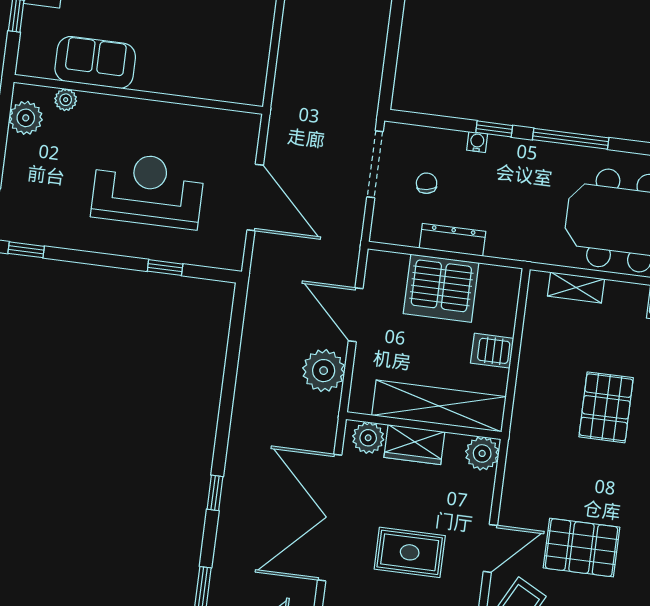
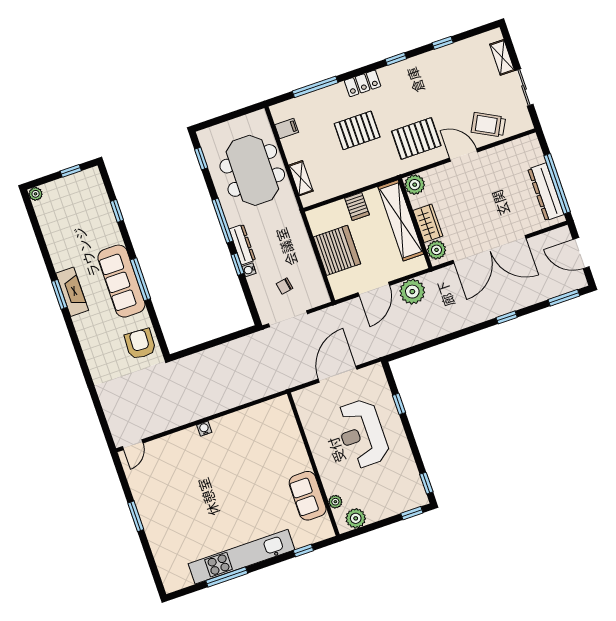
dresser: (452, 240) -> (242, 244), moved, turned 180
pallet: (582, 548) -> (416, 138), moved, turned 90
rug: (410, 552) -> (487, 197), removed

